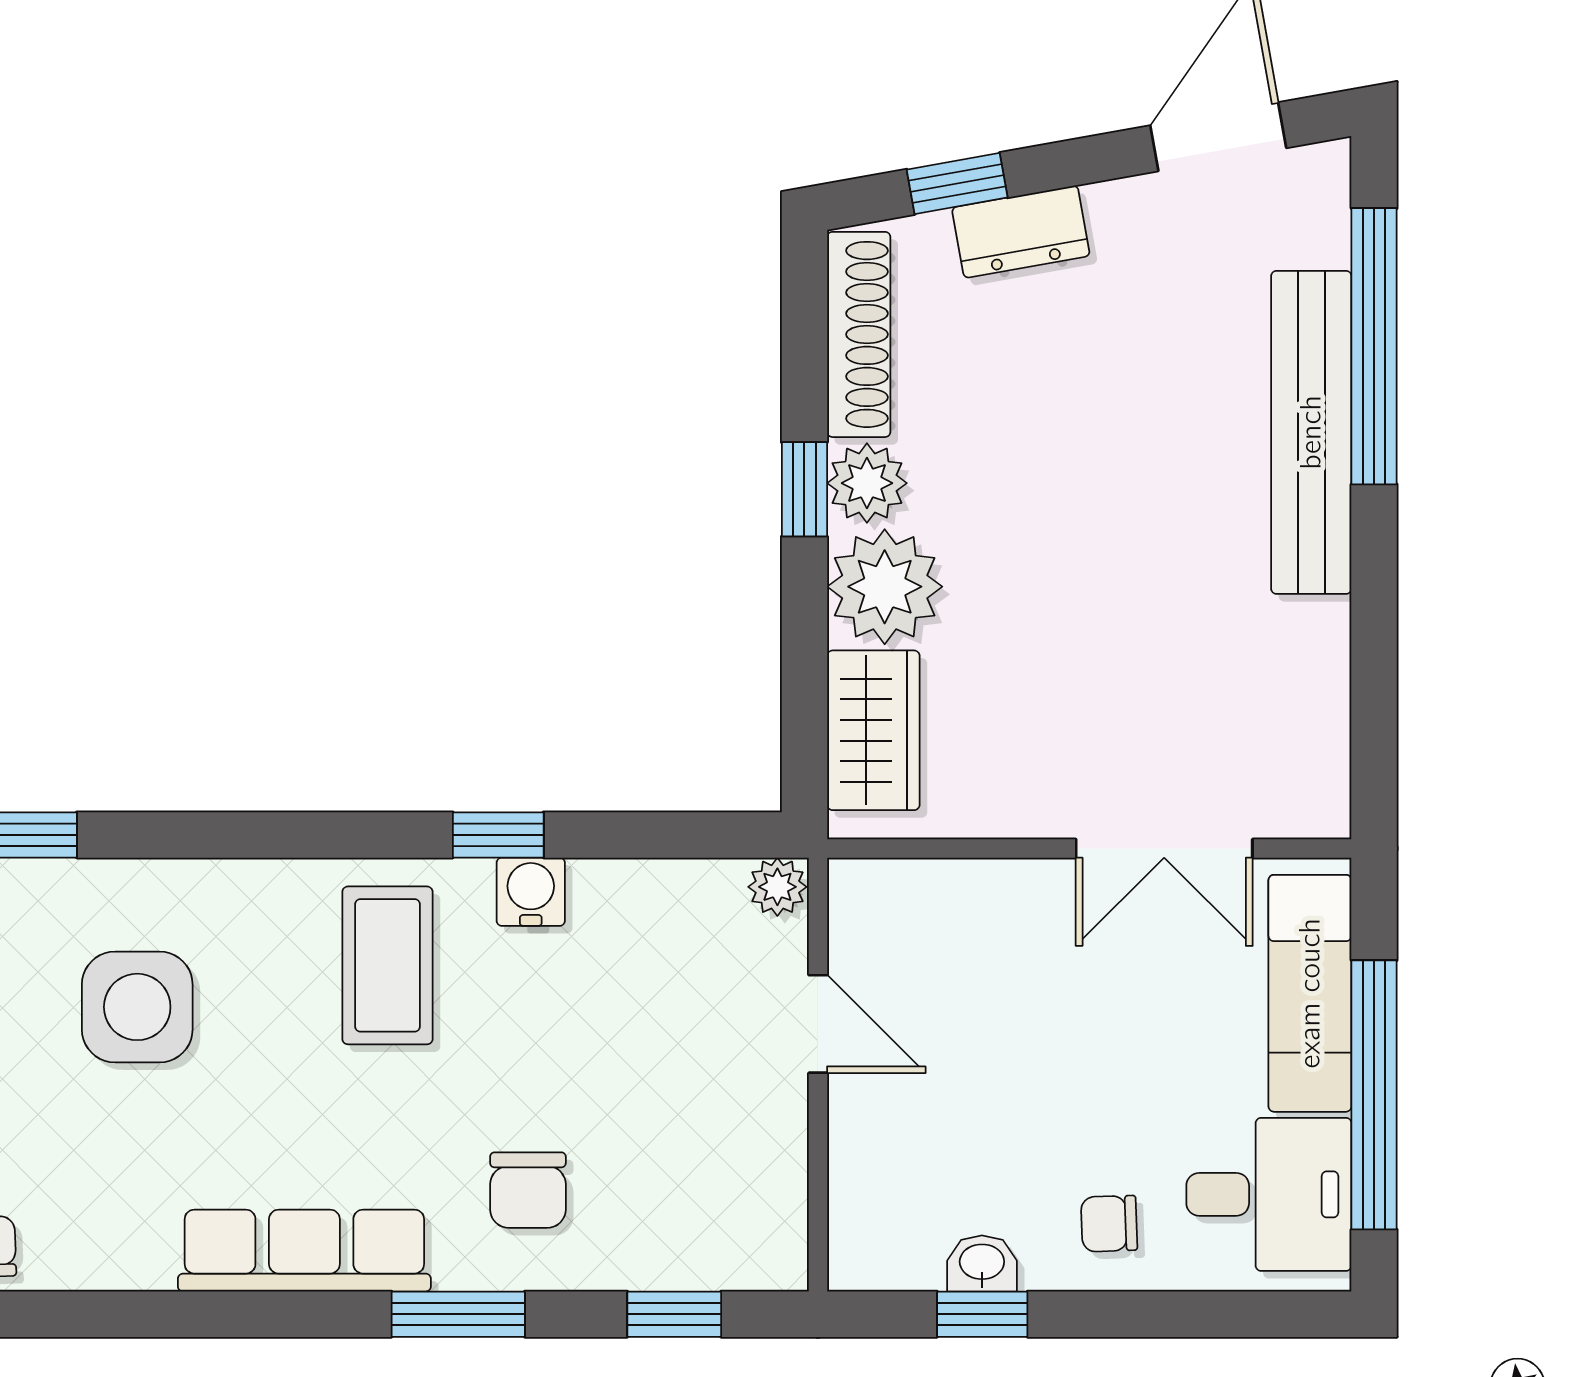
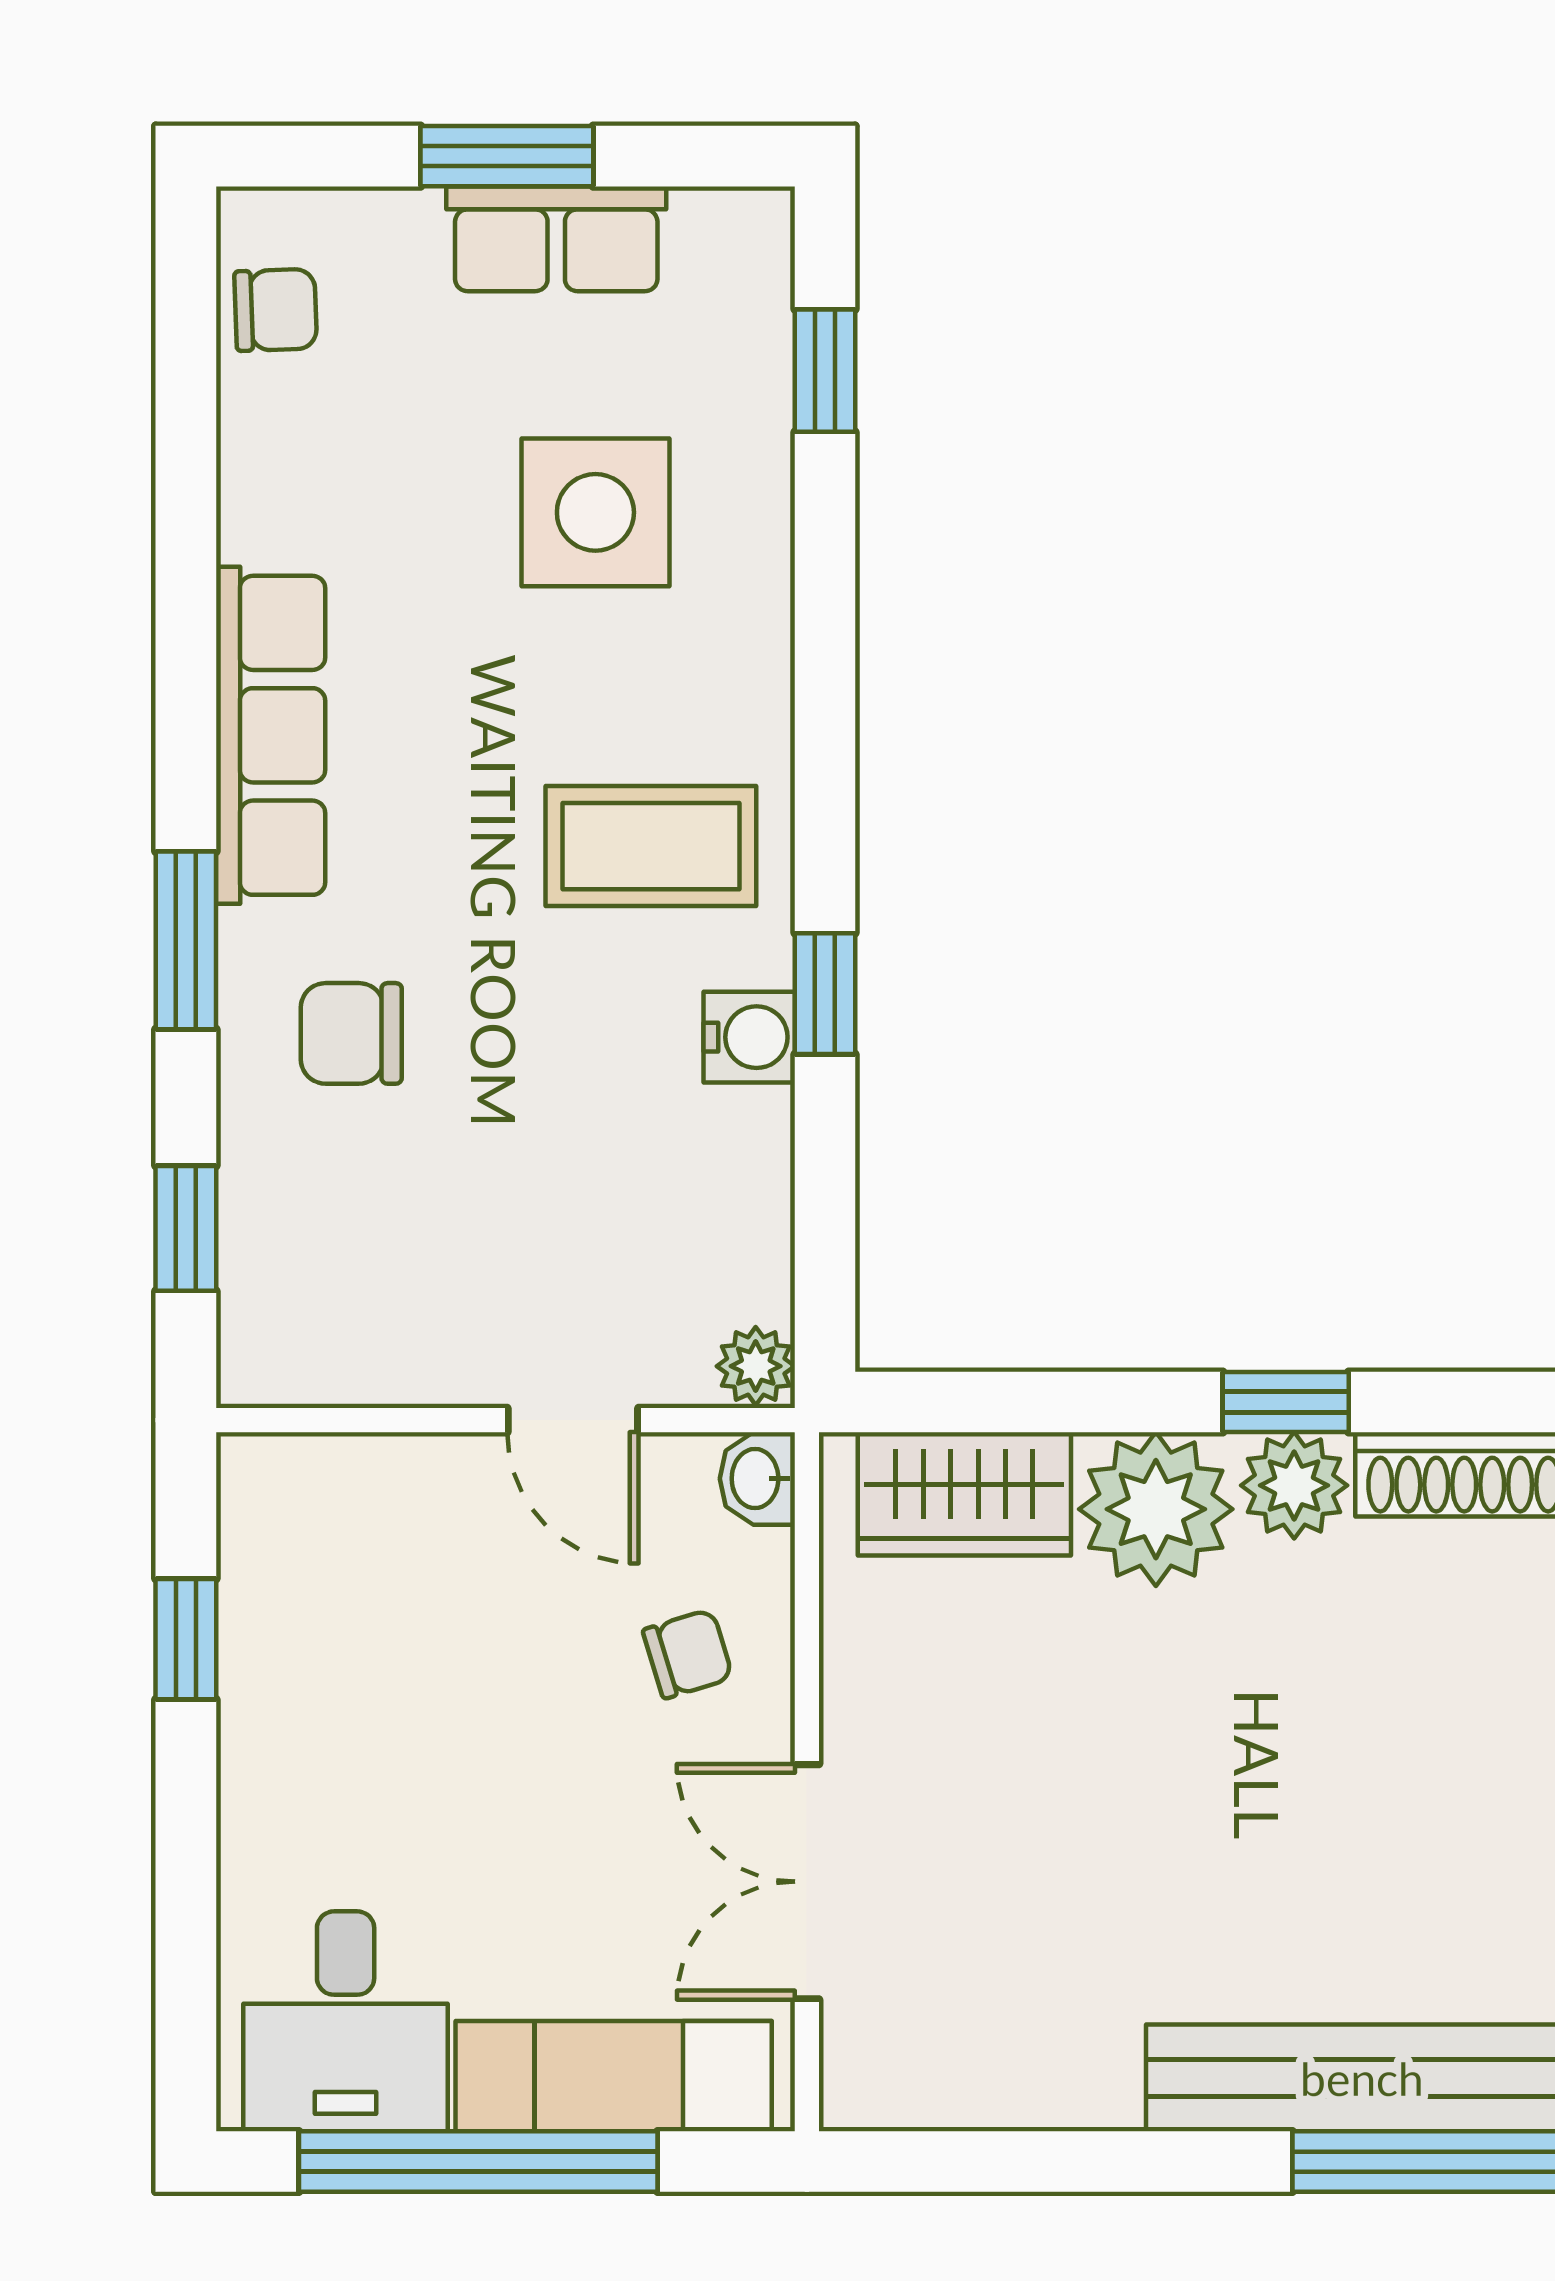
door: (818, 1024) -> (573, 1420), hinge flipped
chair: (1109, 1224) -> (688, 1654), moved, turned 75
washbasin: (982, 1263) -> (757, 1479), moved, turned 180

